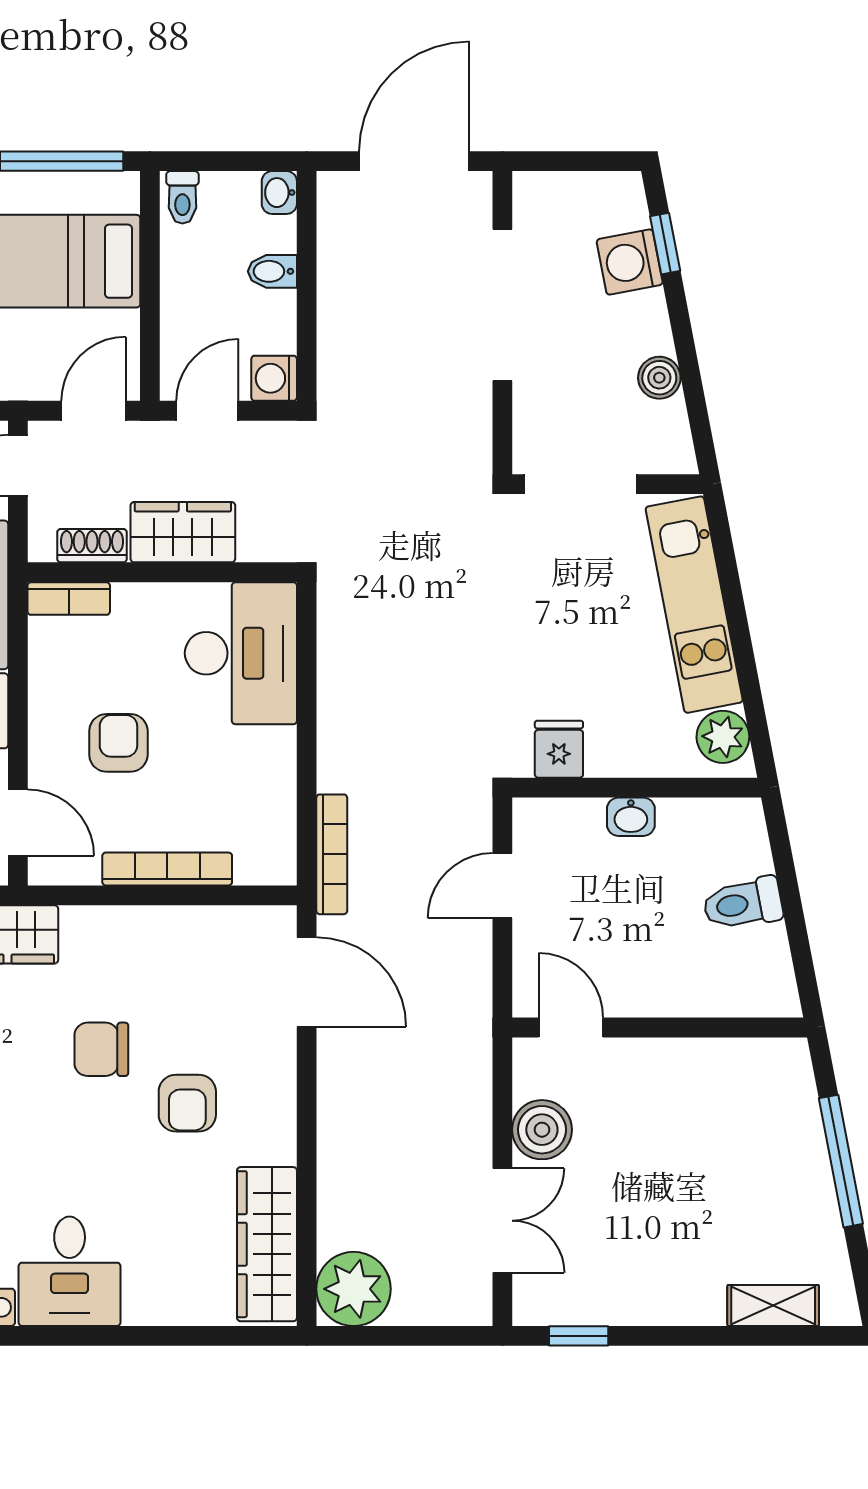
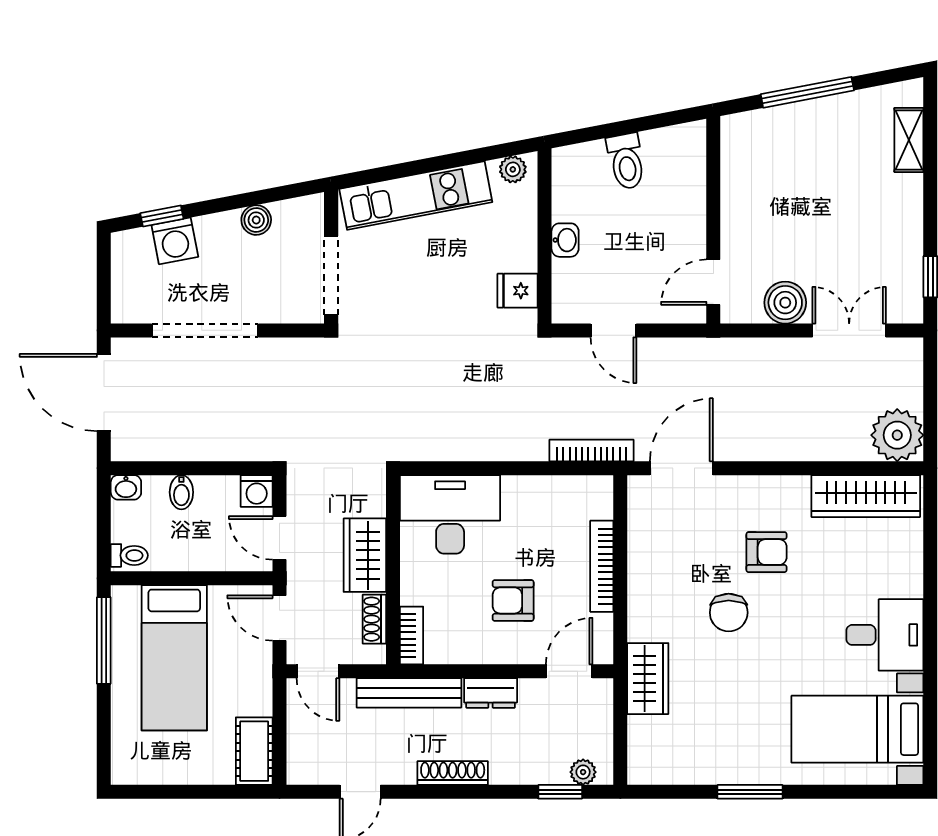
plant: (723, 737) -> (513, 169), width x0.73, depth x0.73

